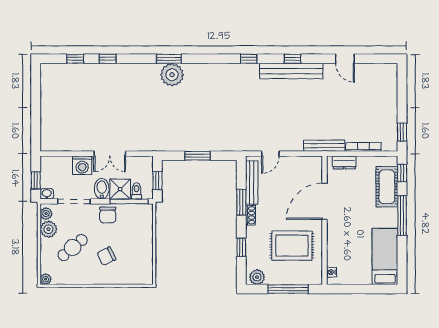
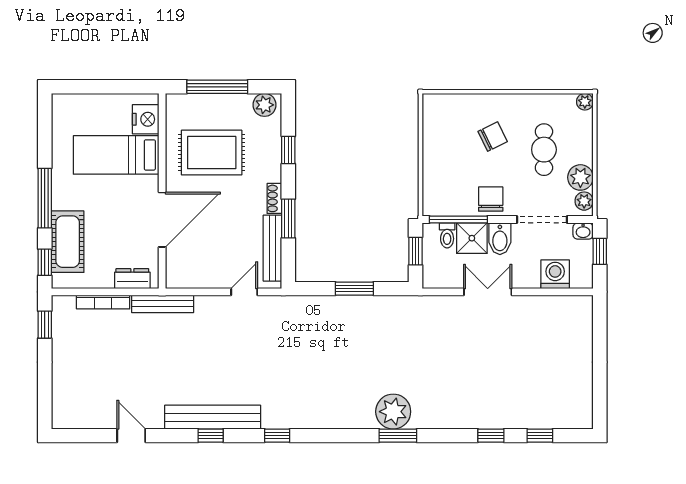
washing machine: (82, 165) -> (555, 274), moved
cafe table: (73, 248) -> (544, 150), turned -50
bed: (385, 256) -> (116, 155), moved, turned 90
nightstand: (332, 272) -> (146, 119), width x1.89, depth x1.79

